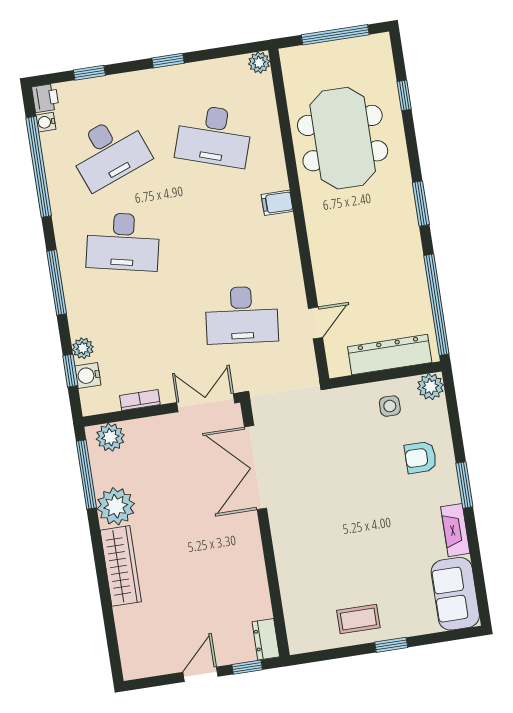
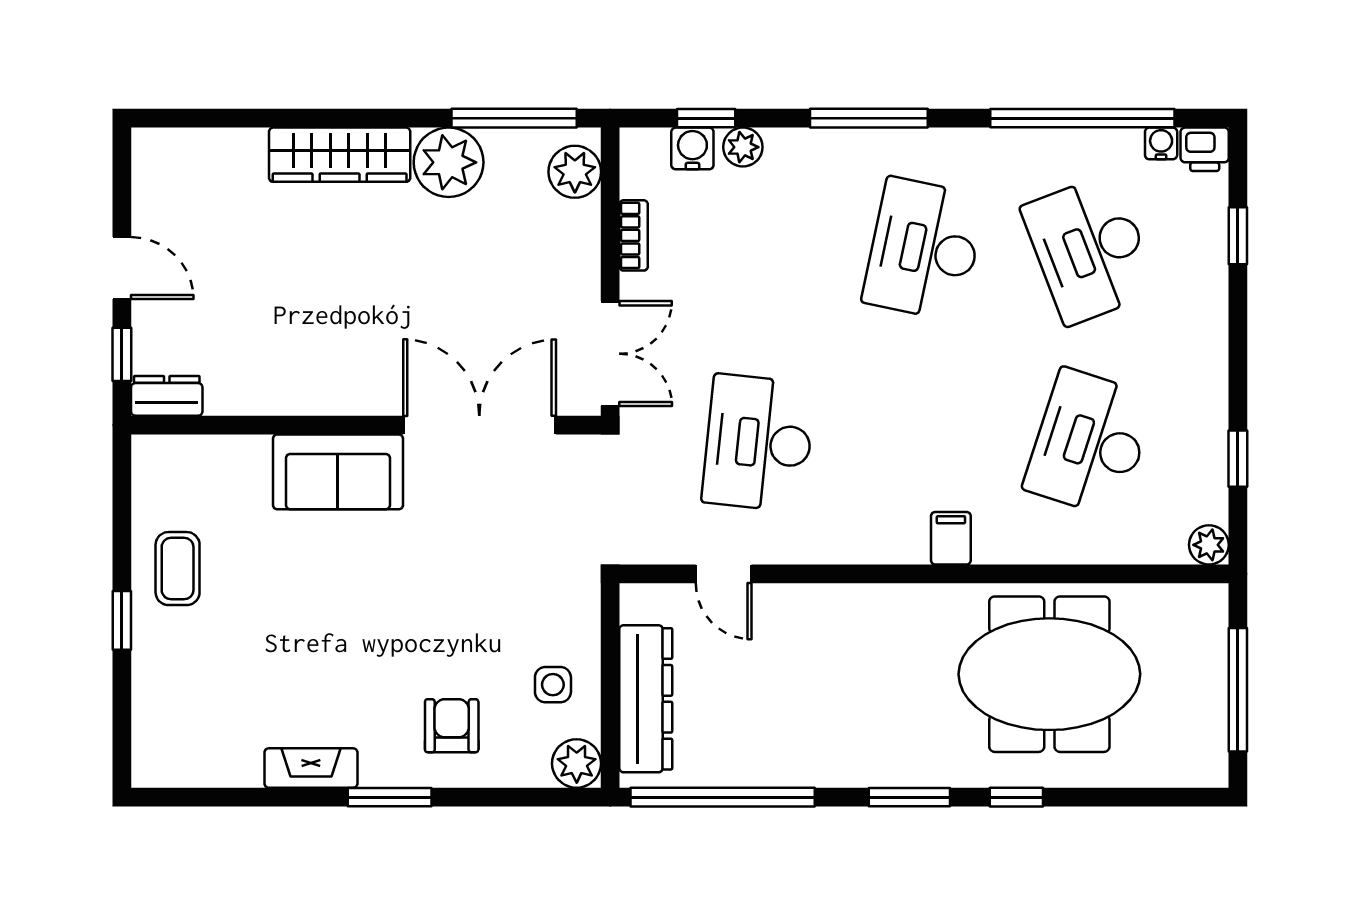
window: (168, 61) -> (1238, 459), moved
window: (404, 95) -> (1016, 797), moved
sofa: (455, 594) -> (338, 472), moved, turned 180

